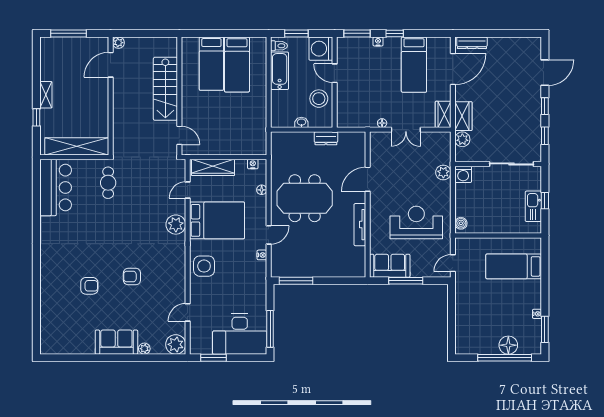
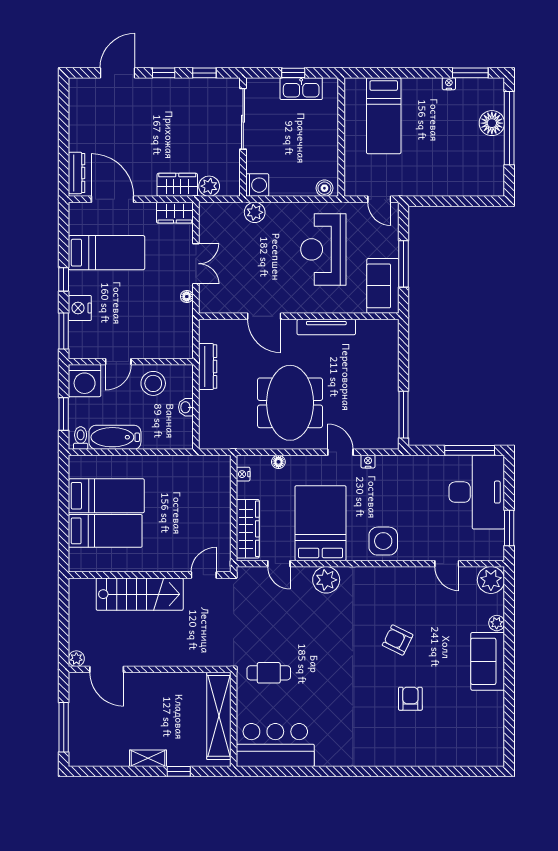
nightstand: (378, 42) -> (80, 308), width x1.89, depth x1.79
door: (545, 73) -> (117, 73), hinge flipped
dresser: (326, 138) -> (208, 367), width x1.44
armchair: (132, 277) -> (398, 640), turned 116

